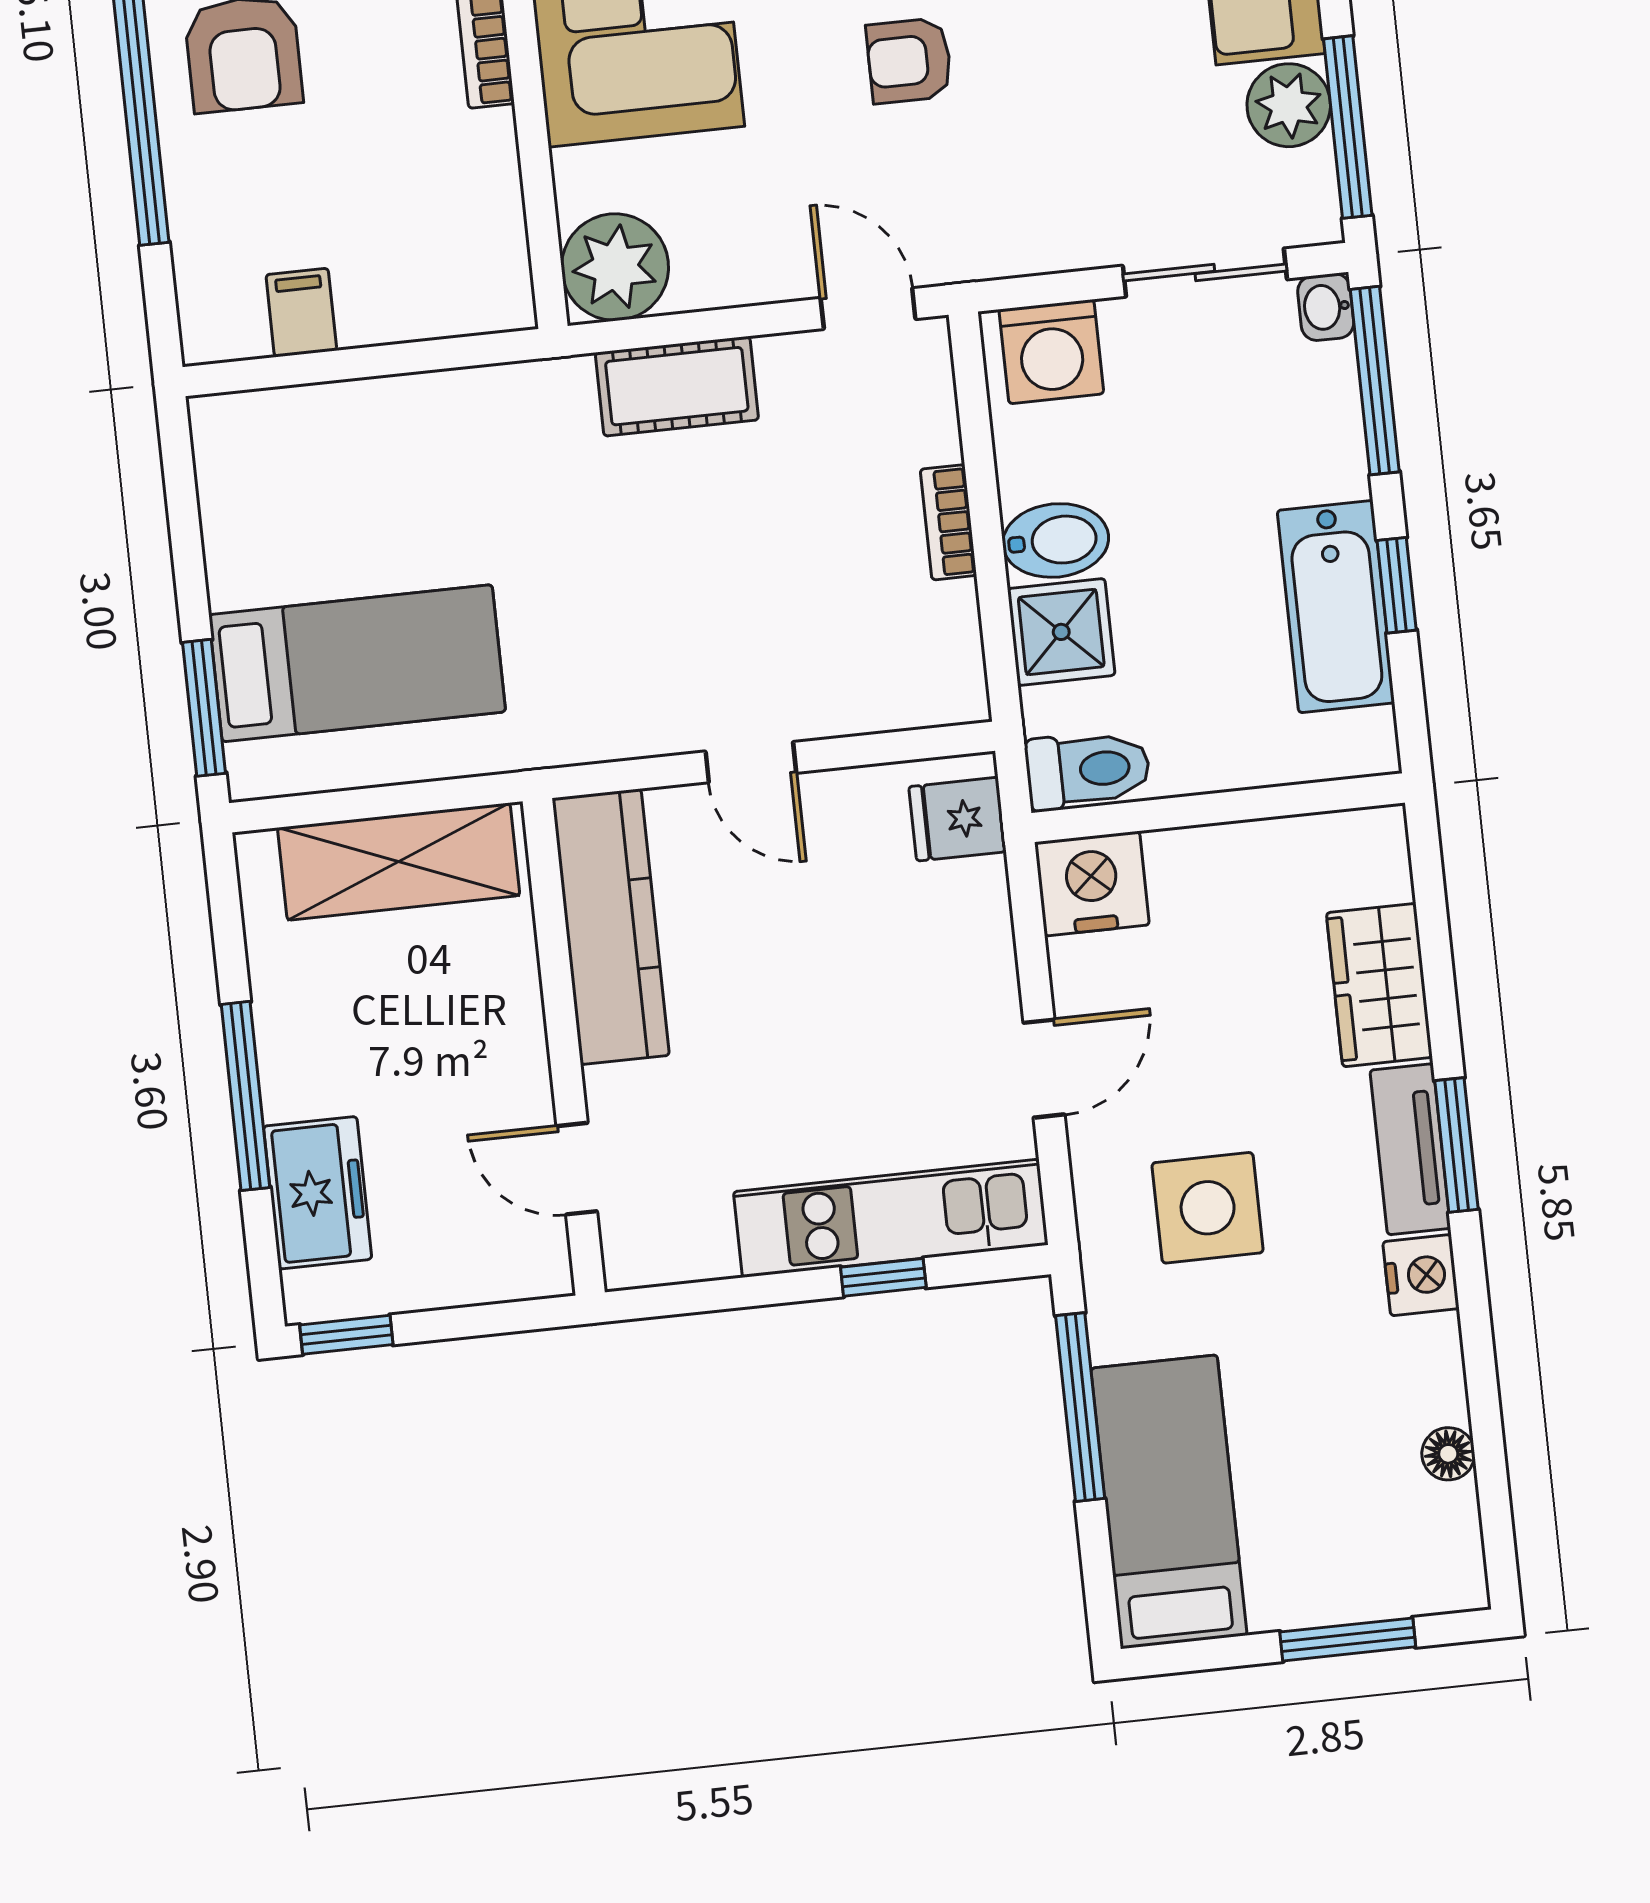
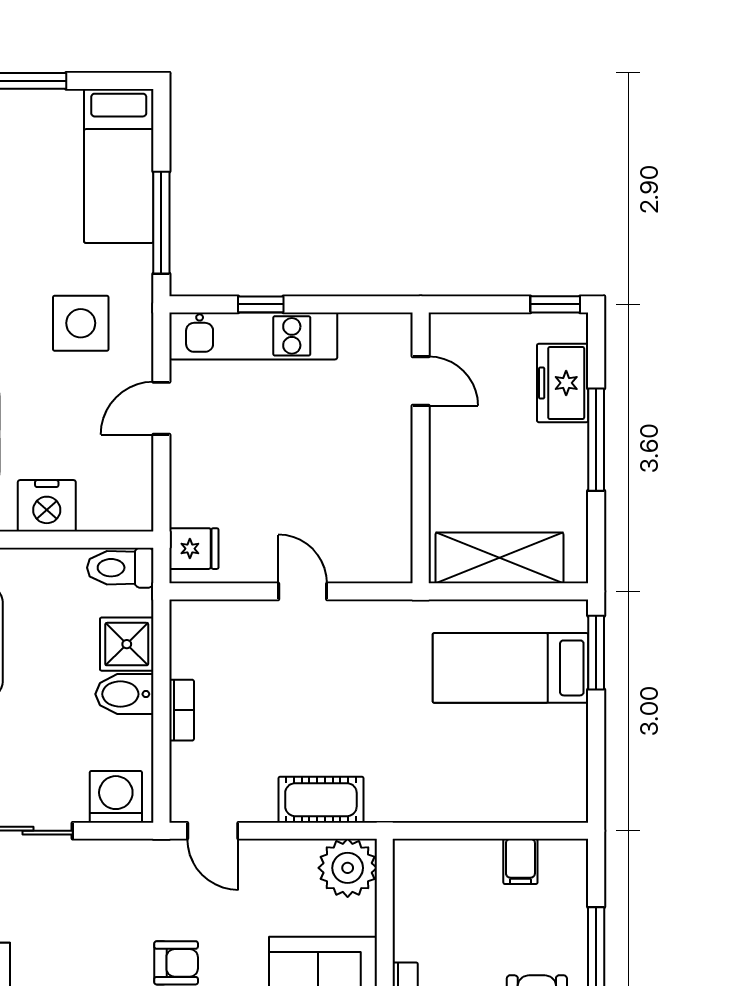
nightstand: (1092, 884) -> (47, 506), moved
kitchen counter: (611, 927) -> (388, 510), removed

